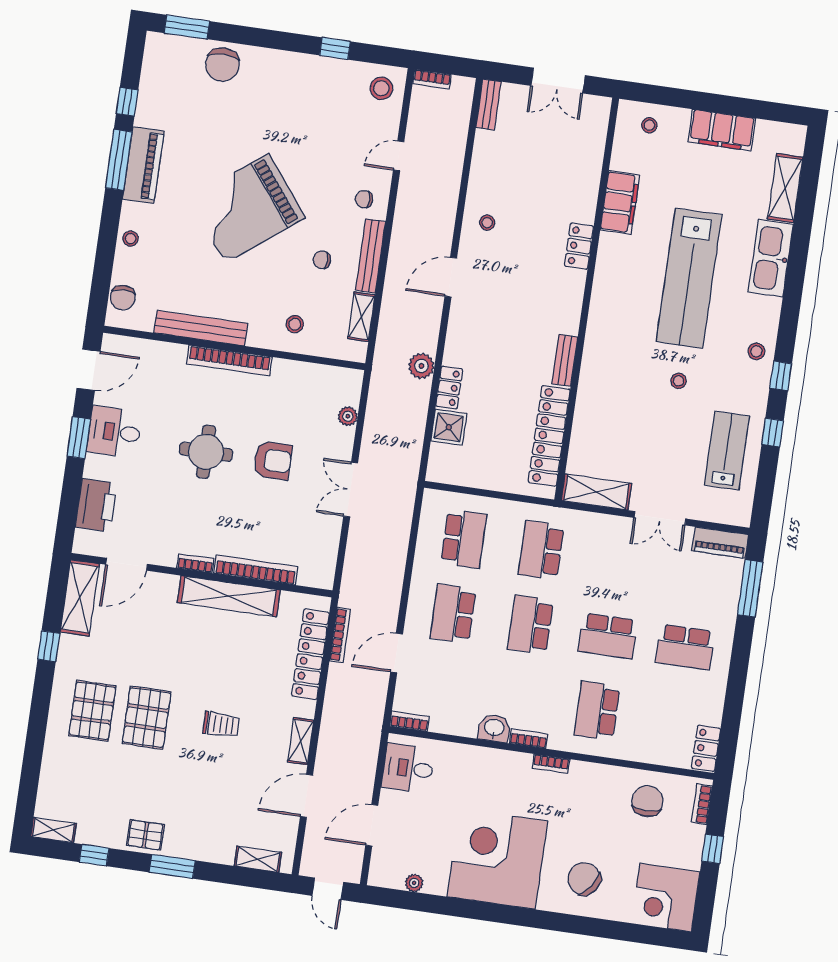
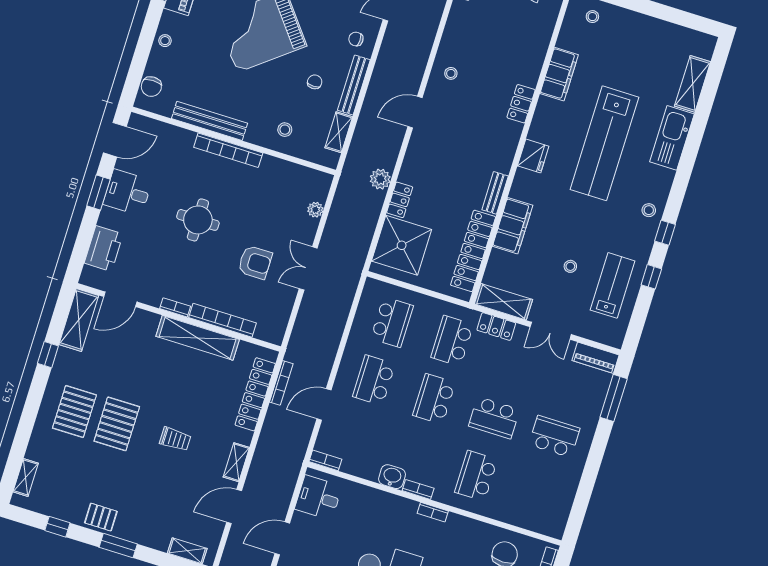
filing cabinet: (722, 130) -> (513, 226), moved, turned -90
chair: (322, 260) -> (315, 82), turned 90
fridge: (604, 308) -> (533, 156), added
stool: (679, 381) -> (570, 266), moved
shower: (449, 427) -> (402, 245), width x1.86, depth x1.86
armchair: (273, 460) -> (255, 262), moved
school desk: (685, 647) -> (554, 436), turned 180
locker: (706, 748) -> (496, 327), moved, turned -90
shelving: (53, 830) -> (26, 477), moved, turned 90

